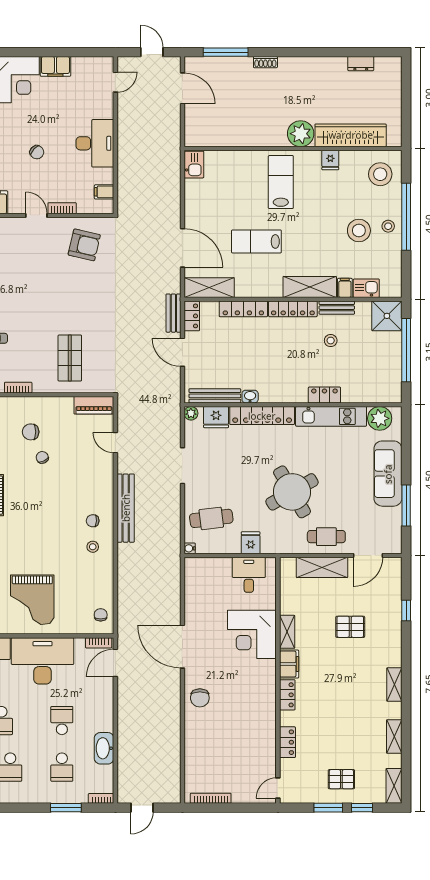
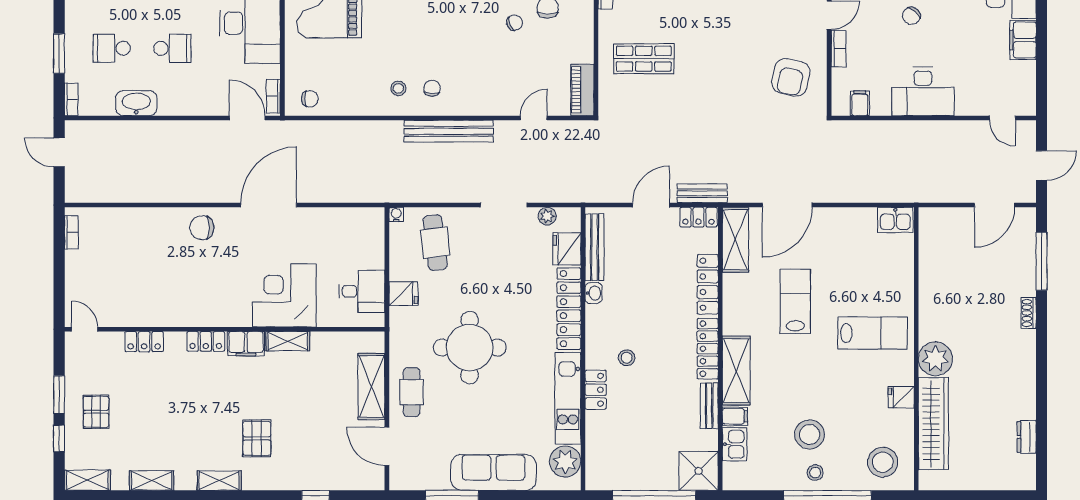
stool: (331, 341) -> (627, 358), moved
plant: (191, 413) -> (547, 216), moved
round table: (292, 492) -> (470, 348), turned 30
pallet: (350, 627) -> (257, 438), moved
bookcase: (211, 798) -> (71, 232), width x0.64

